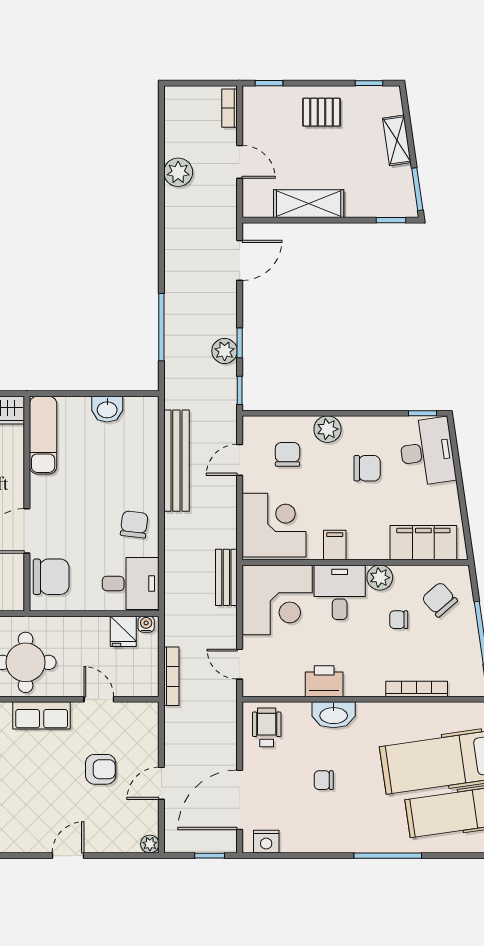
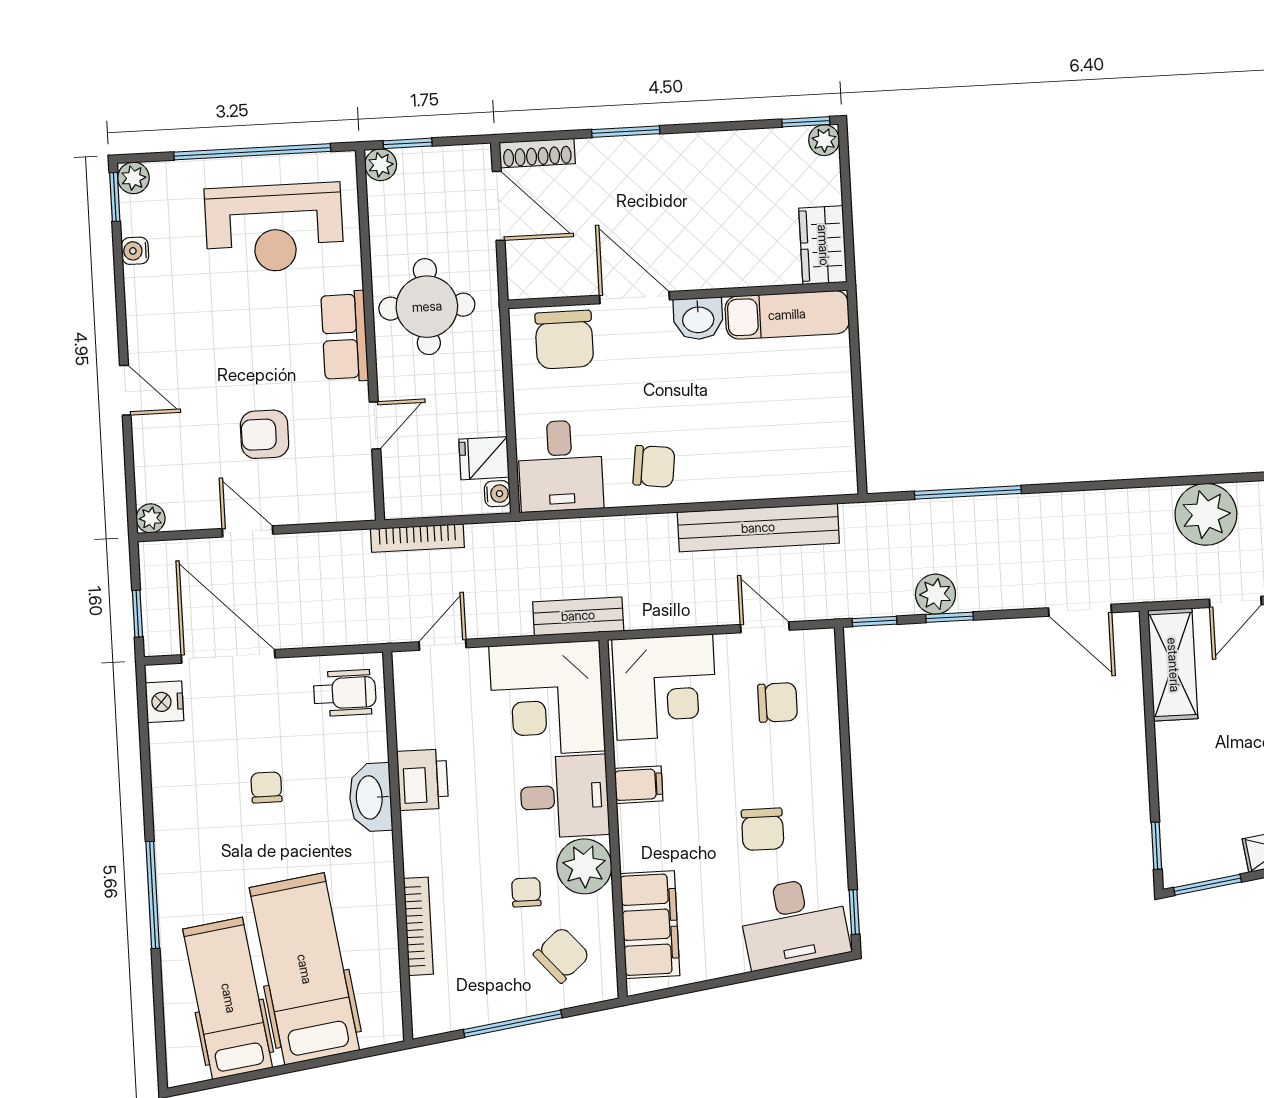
plant: (178, 172) -> (1206, 514), width x1.36, depth x1.36
shelving: (309, 204) -> (1173, 665), moved
washbasin: (107, 409) -> (698, 319), moved, turned -90
plant: (327, 429) -> (821, 763), removed
plant: (380, 578) -> (584, 866), width x1.36, depth x1.36
armchair: (101, 769) -> (265, 434), turned 90

